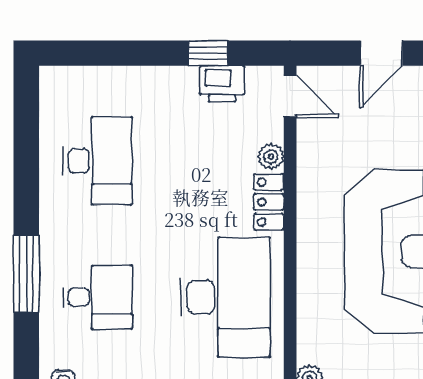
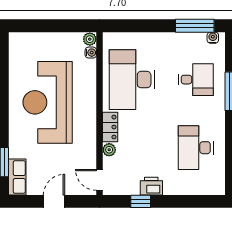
printer: (222, 84) -> (151, 186), moved
desk: (97, 297) -> (196, 80), turned 180
water cooler: (308, 351) -> (91, 53), added

